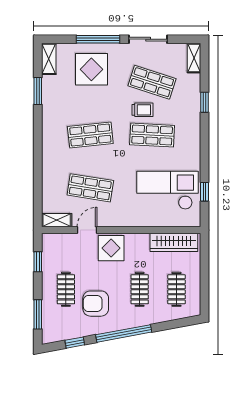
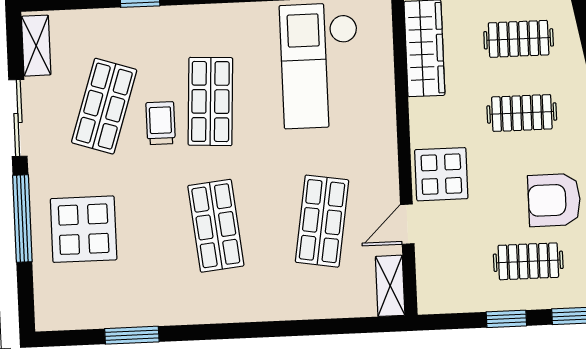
shelving: (194, 58) -> (36, 46), moved, turned 90
shelving: (49, 59) -> (66, 316), removed
door: (87, 230) -> (407, 224), hinge flipped
window: (38, 262) -> (506, 319), moved
armchair: (96, 304) -> (554, 200), turned 90

